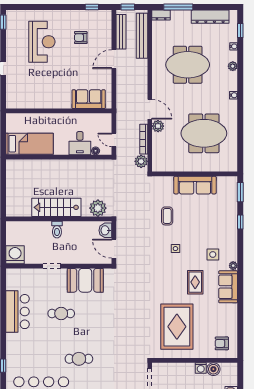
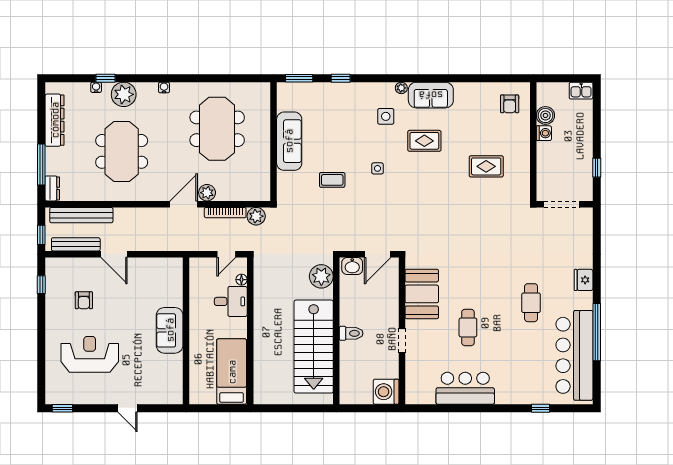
window: (240, 30) -> (105, 78), moved
plant: (233, 66) -> (124, 94), width x1.88, depth x1.88
sofa: (89, 99) -> (170, 330), moved
stairs: (56, 207) -> (314, 347), width x1.36, depth x1.51
rug: (177, 327) -> (486, 166), width x0.54, depth x0.49

